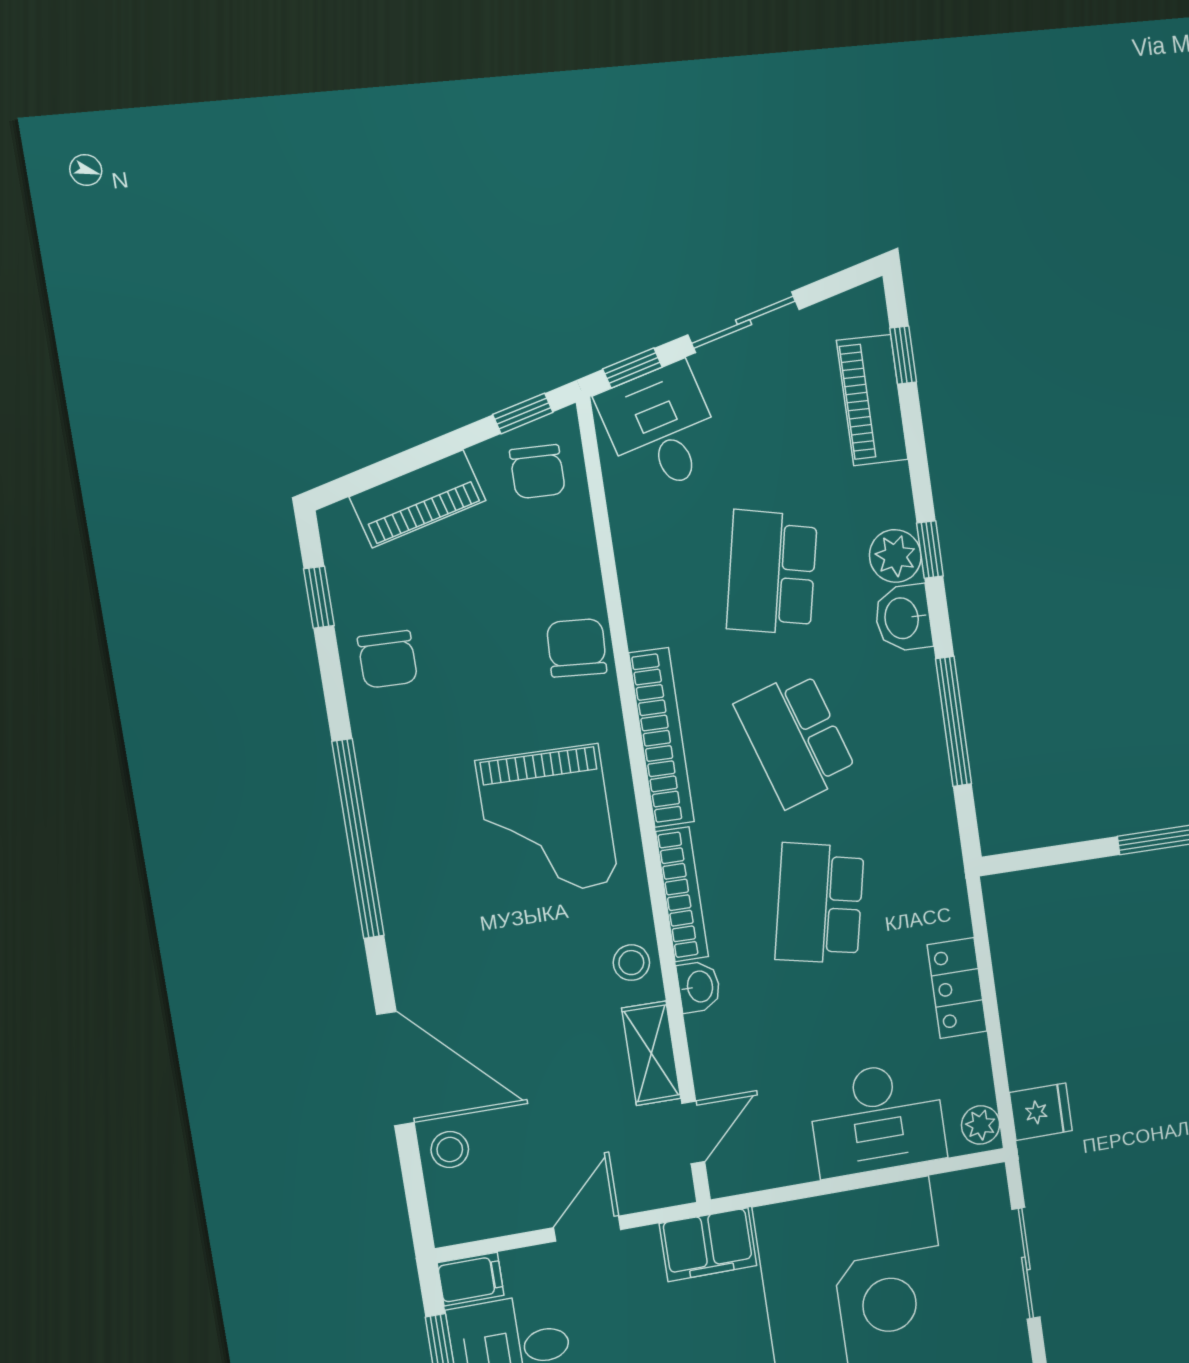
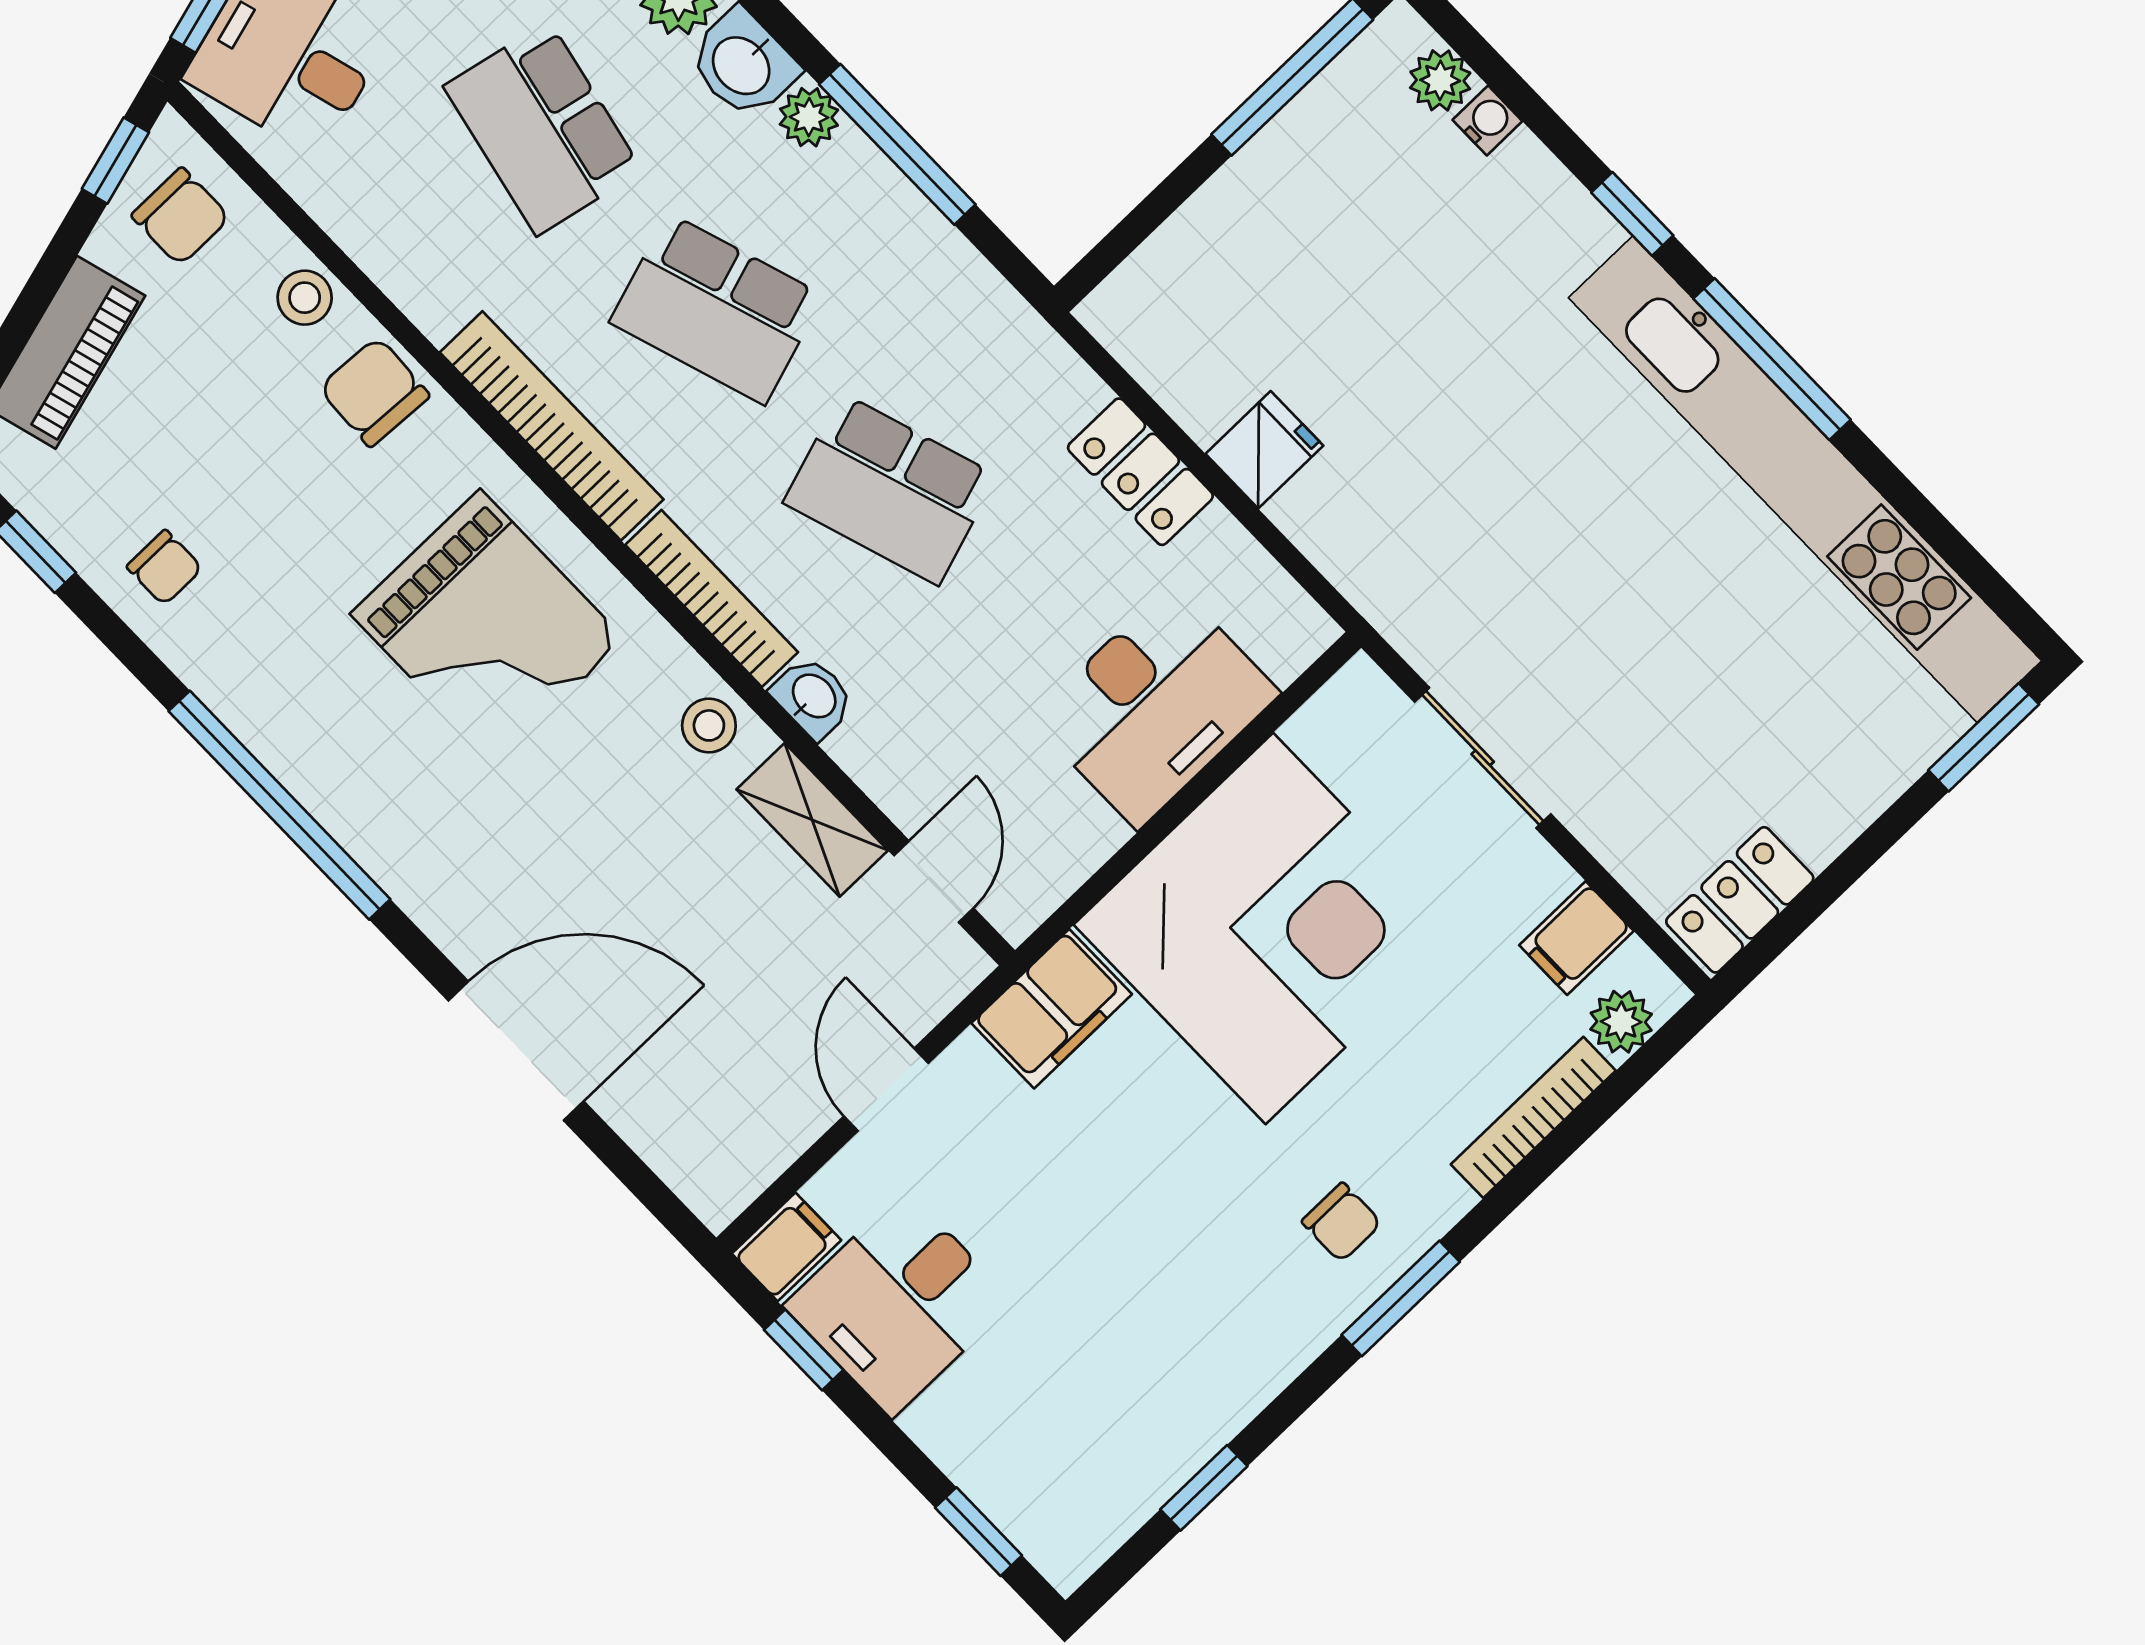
chair: (388, 659) -> (164, 567), width x0.73, depth x0.73
school desk: (820, 903) -> (890, 489), turned -30
fridge: (1041, 1112) -> (1264, 450), moved
plant: (981, 1125) -> (809, 117), moved
stool: (450, 1150) -> (305, 298), moved

